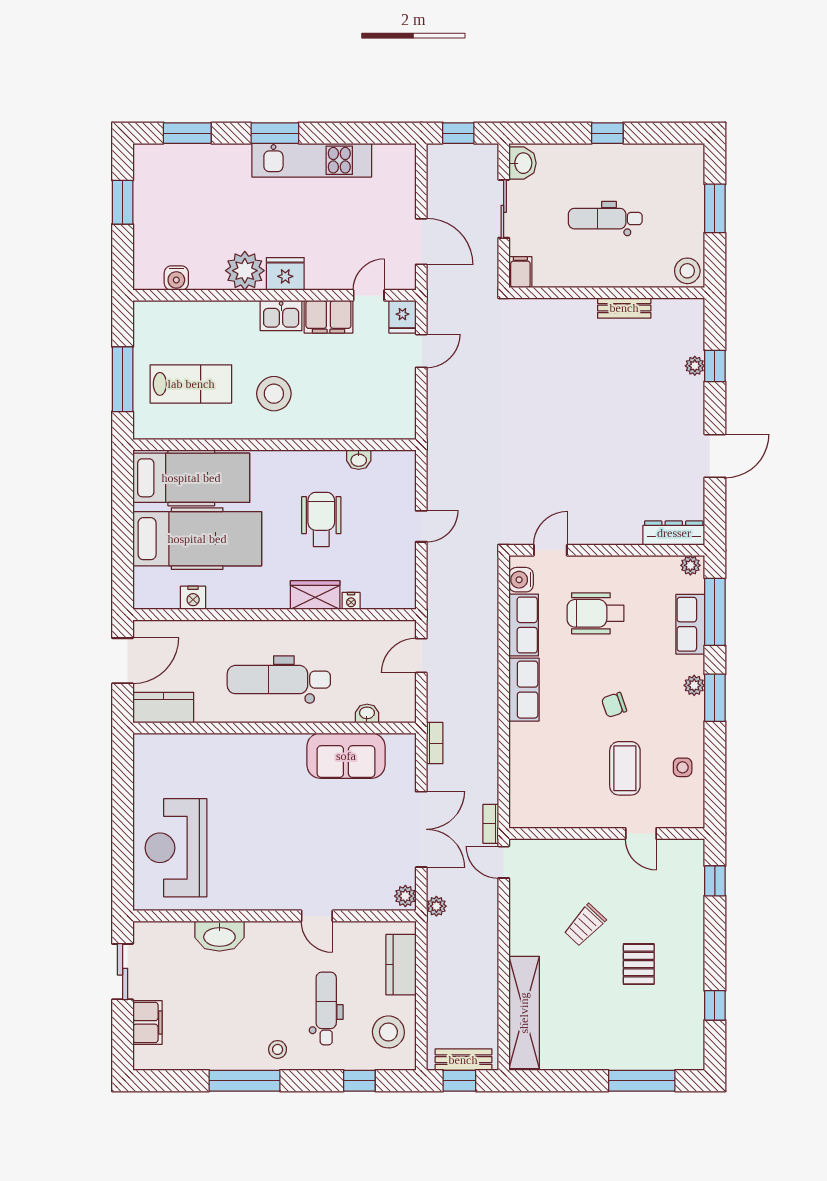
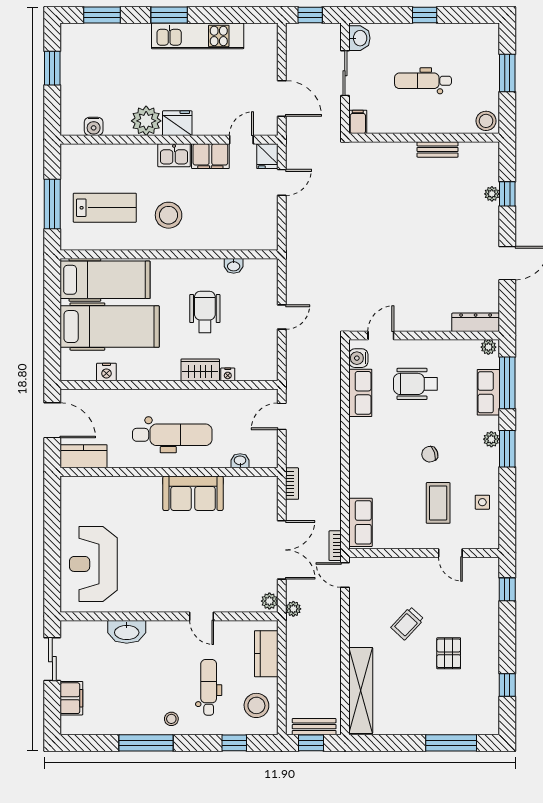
door: (123, 661) -> (52, 420), hinge flipped
dental chair: (279, 680) -> (172, 435), turned 180
row of seats: (524, 690) -> (361, 522), moved
sofa: (346, 756) -> (193, 493), moved

